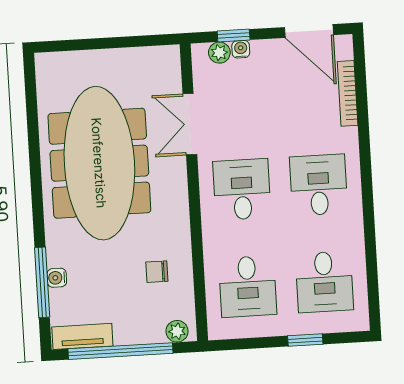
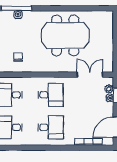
double door: (190, 124) -> (90, 75), moved
meeting table: (99, 163) -> (65, 35), width x0.73

